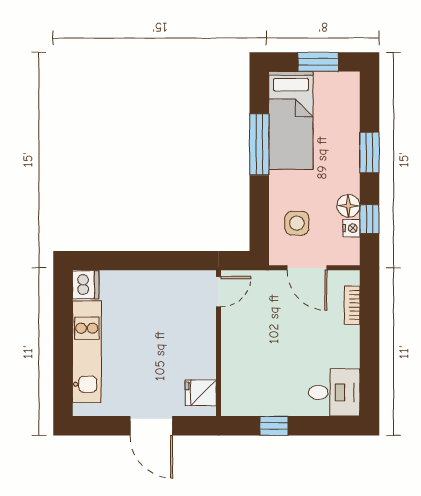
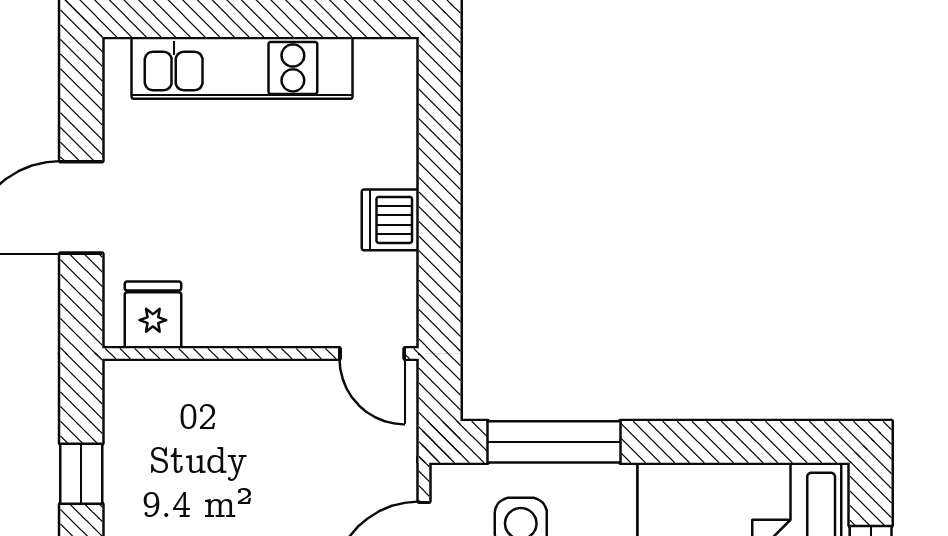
window: (259, 144) -> (554, 442), moved
dishwasher: (86, 285) -> (390, 220), moved, turned 90

